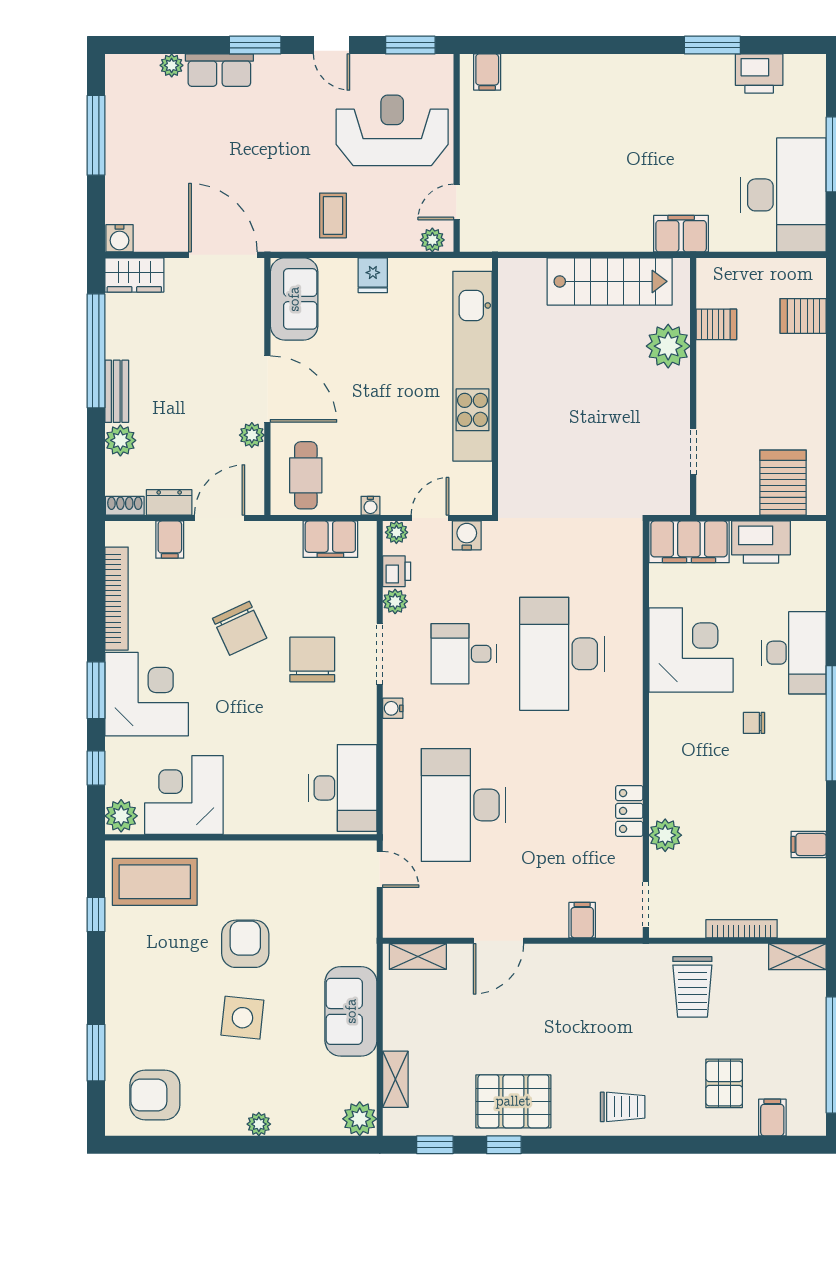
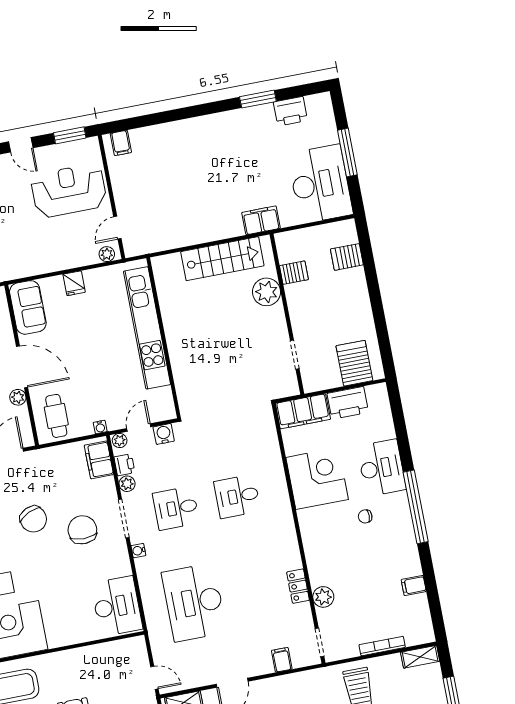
coffee table: (333, 215) -> (42, 251), removed
filing cabinet: (330, 539) -> (99, 460), moved, turned 90
desk: (562, 654) -> (237, 496), width x0.53, depth x0.77
door: (380, 869) -> (154, 678), moved

